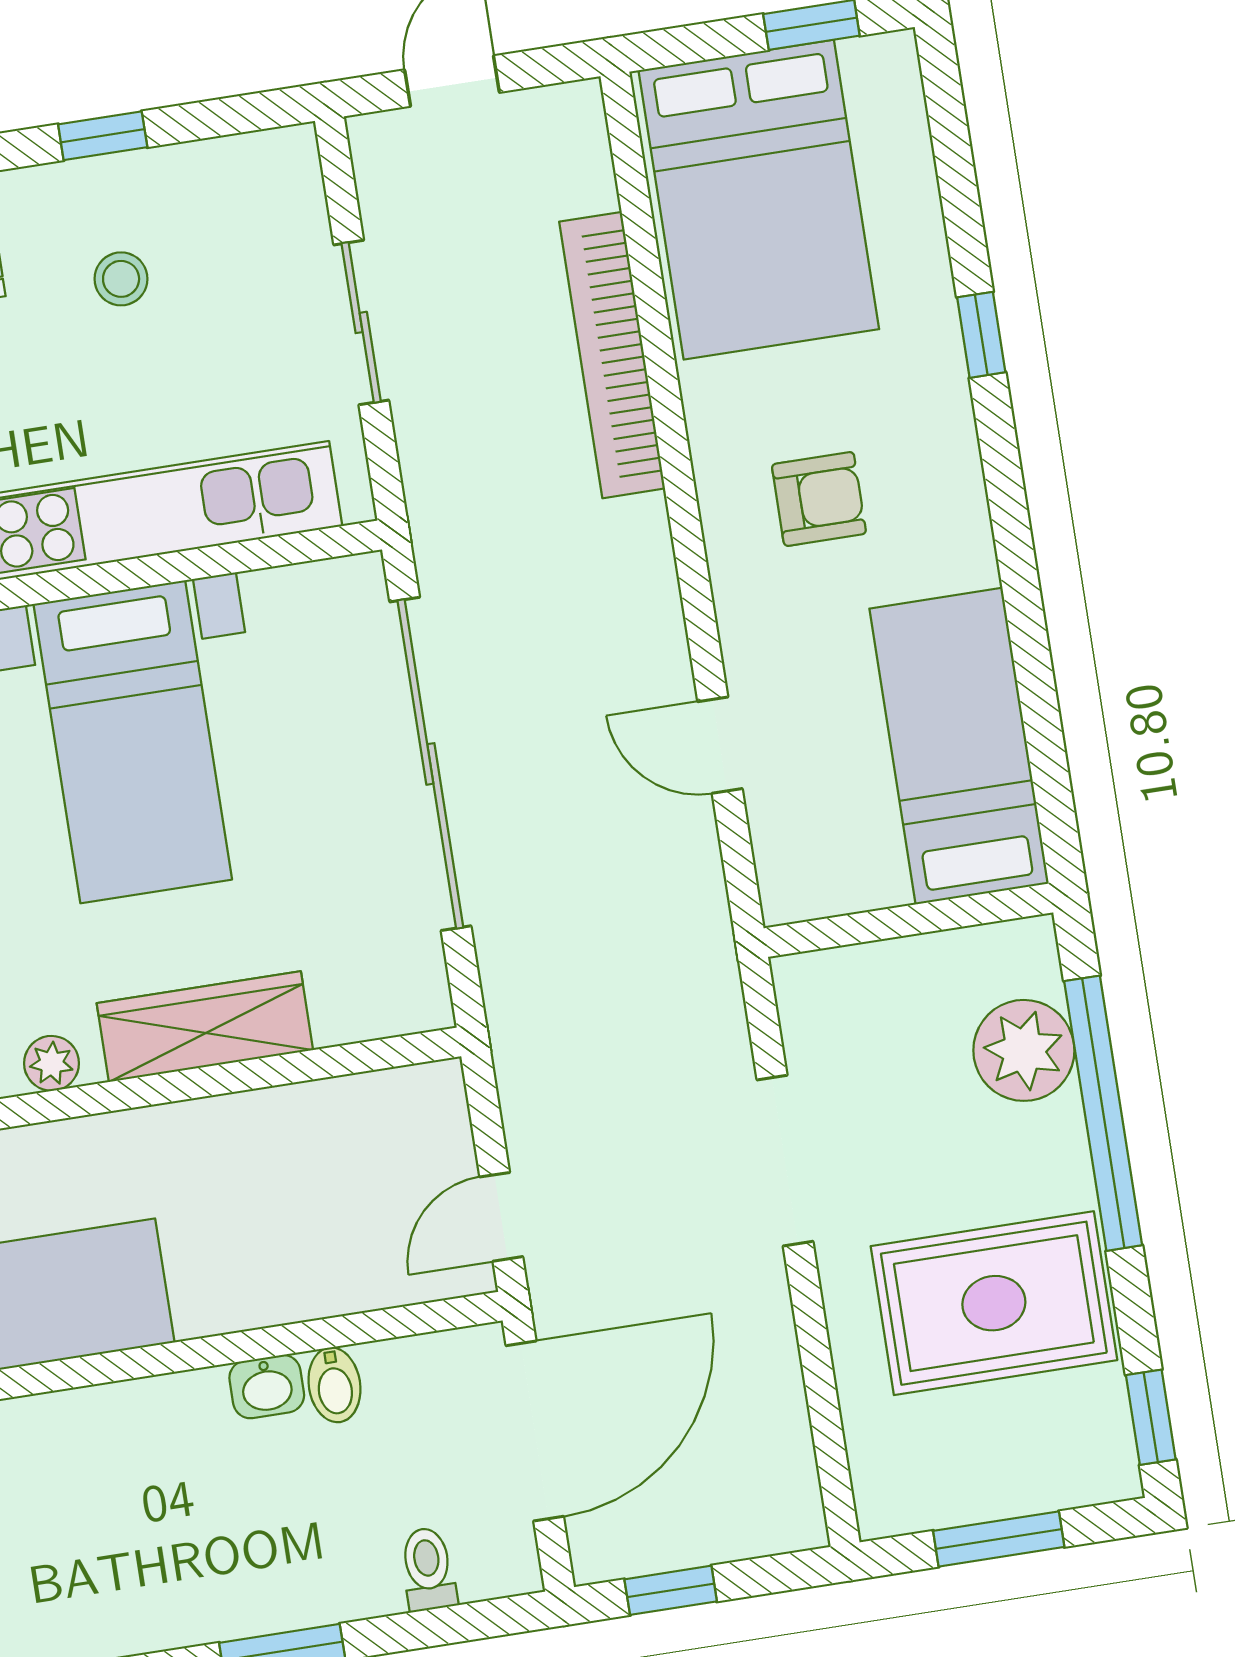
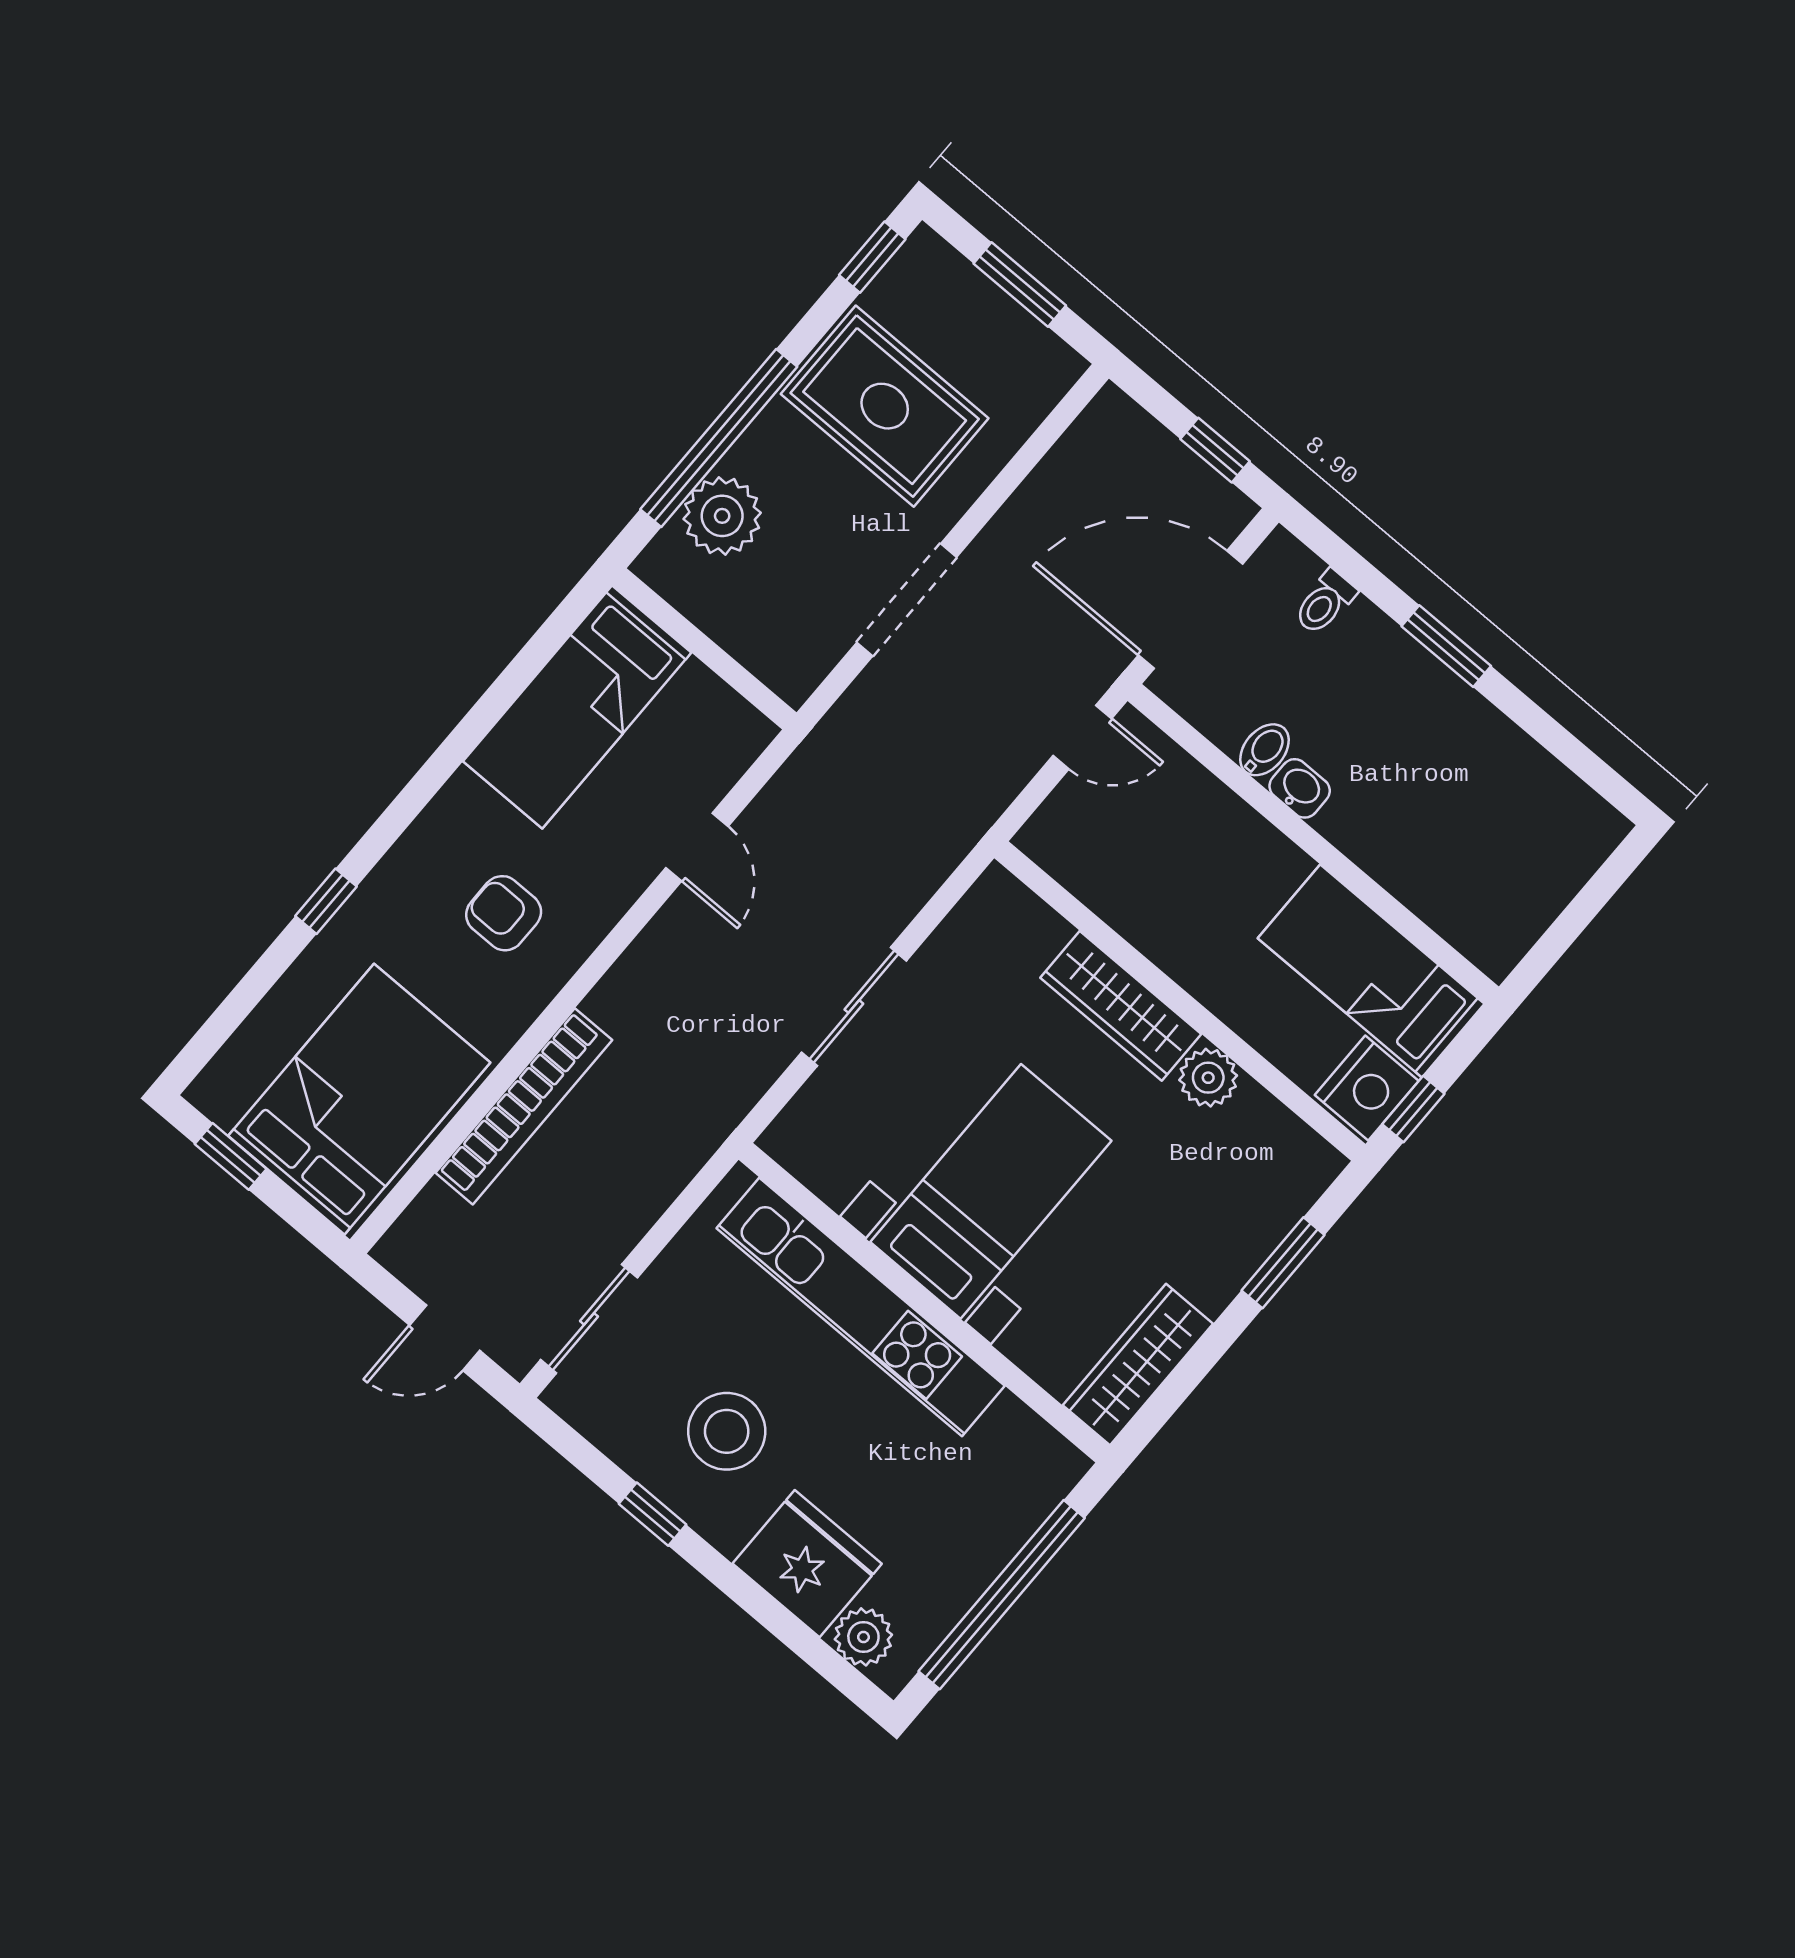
stool: (121, 279) -> (727, 1431), width x1.89, depth x1.89
sliding door: (361, 322) -> (589, 1319), moved
sliding door: (430, 764) -> (854, 1007), width x0.54
plant: (52, 1063) -> (1208, 1078), width x1.38, depth x1.38

